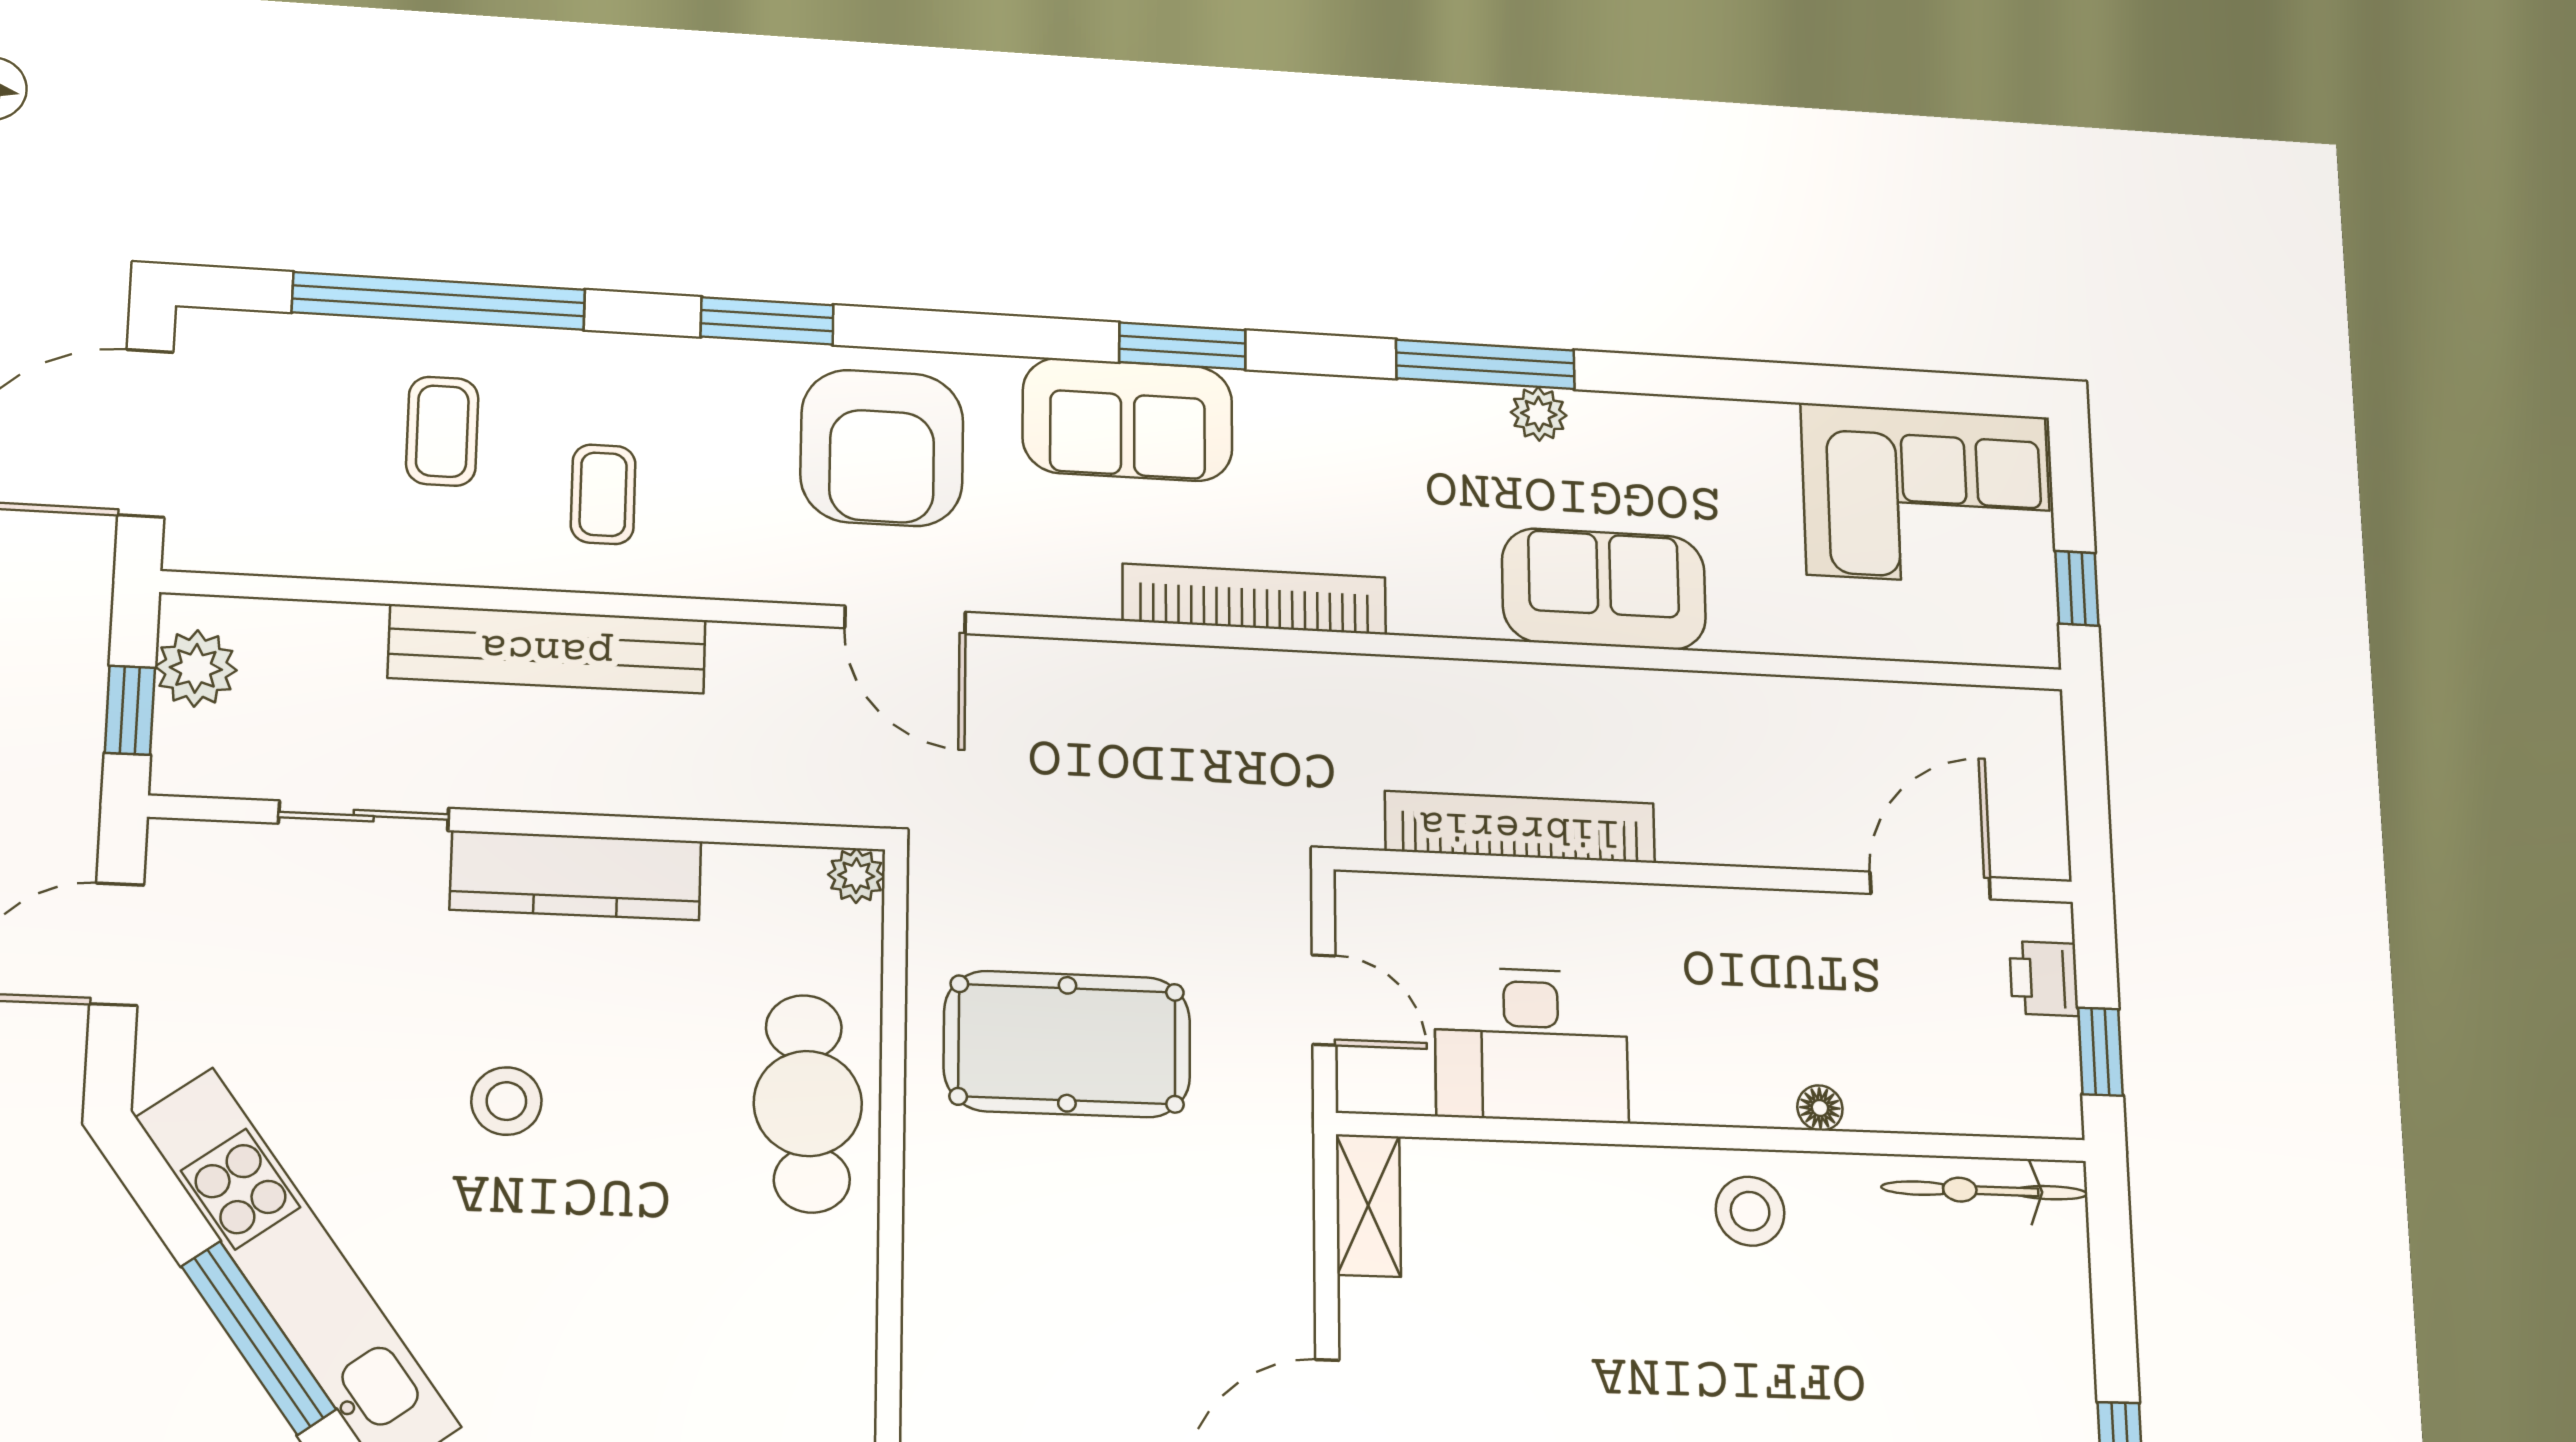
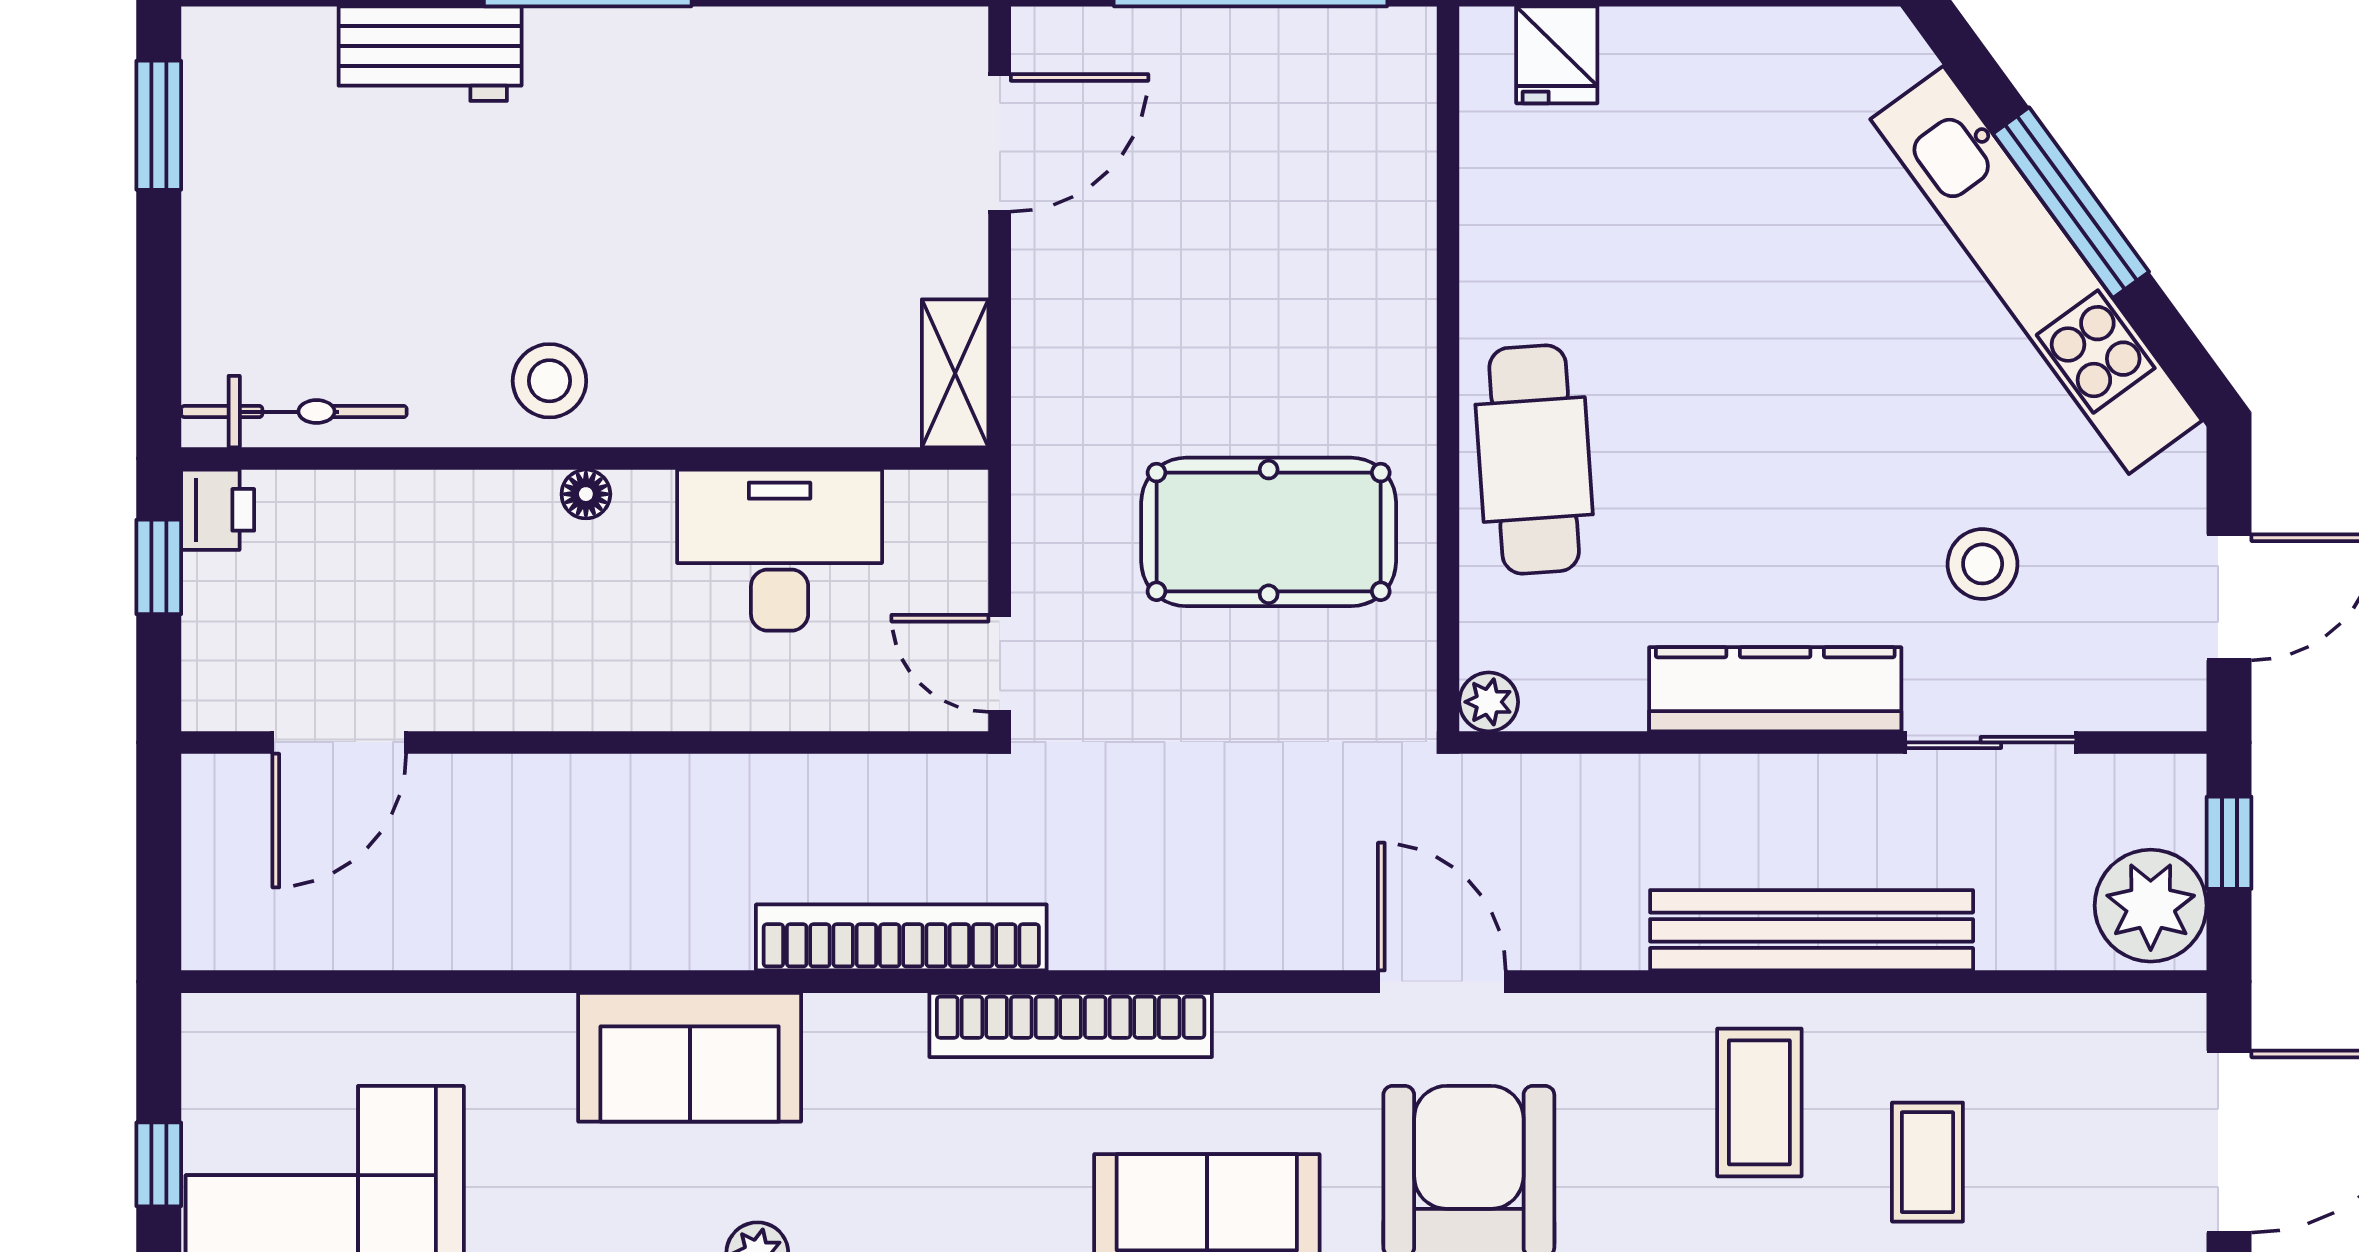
coffee table: (603, 494) -> (1759, 1102), width x1.36, depth x1.30
window: (2077, 588) -> (159, 1164), moved
plant: (196, 668) -> (2151, 906), width x1.36, depth x1.36
bookcase: (1520, 827) -> (901, 937), moved, turned 180
printer: (2044, 978) -> (218, 510), moved
door: (1324, 1000) -> (1000, 663), moved
stool: (506, 1101) -> (1983, 564), moved
floor lamp: (1820, 1108) -> (586, 494), moved

